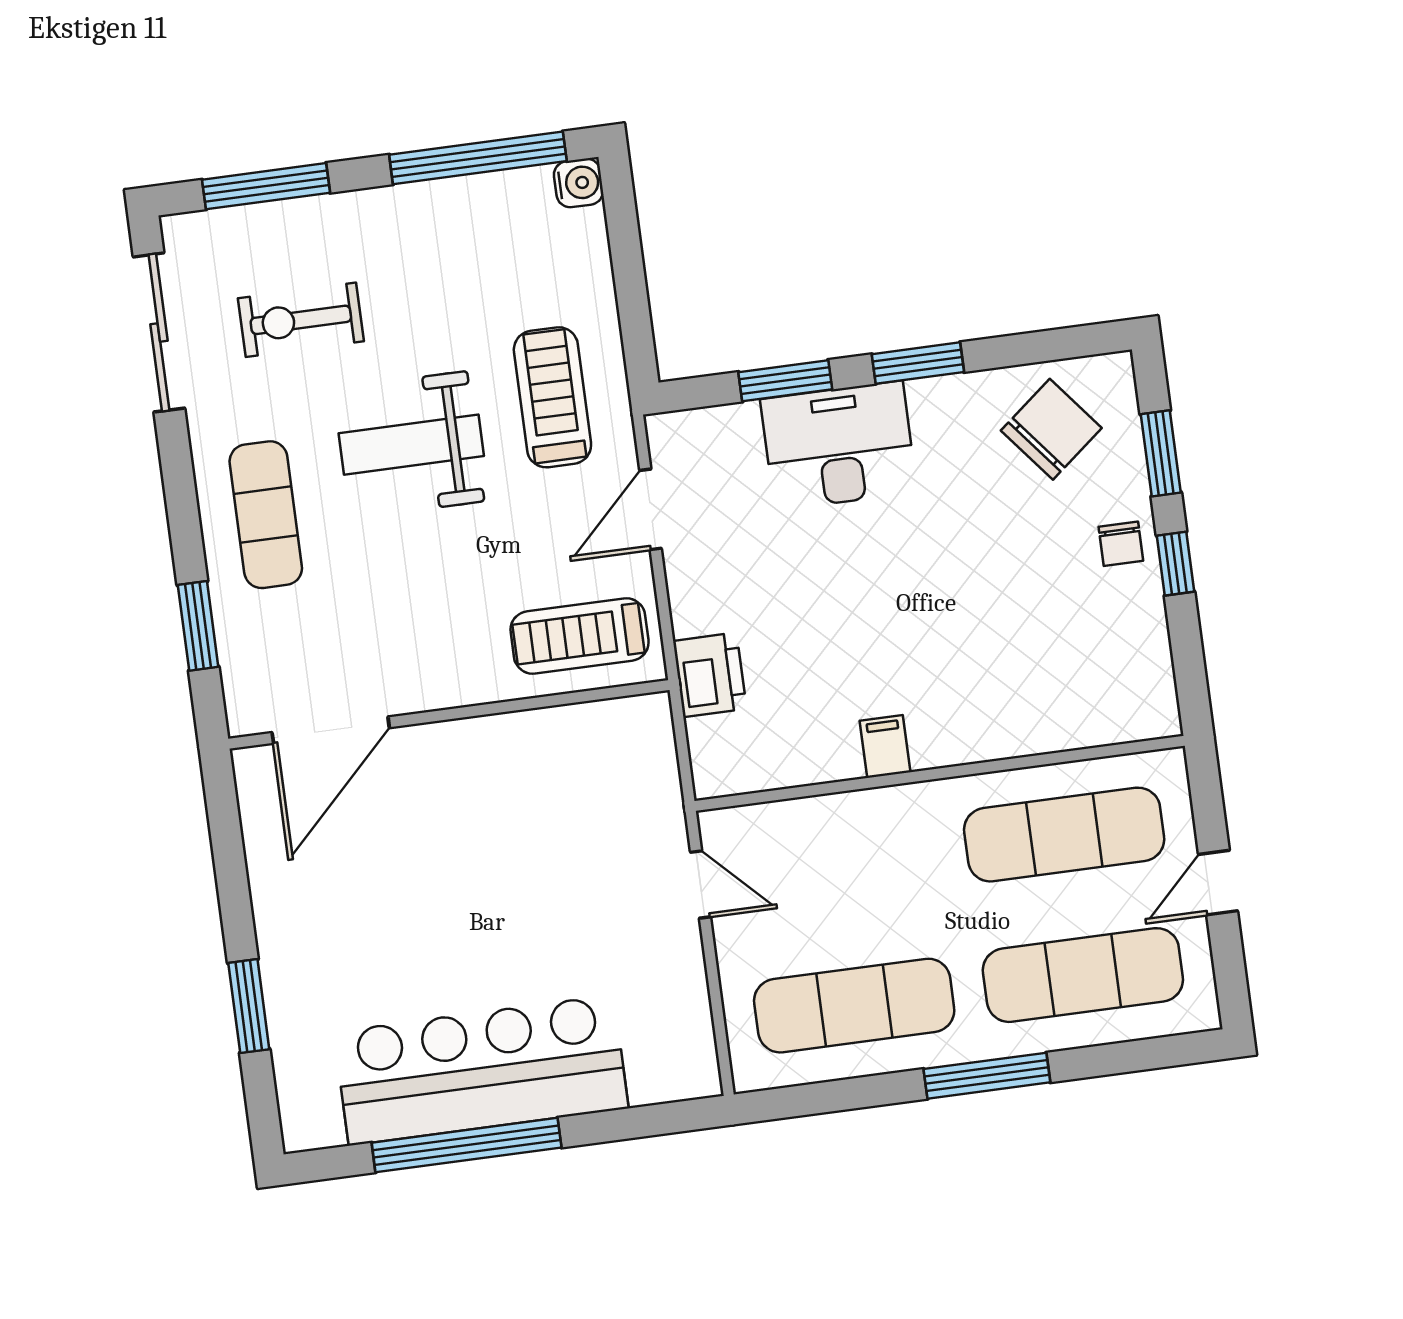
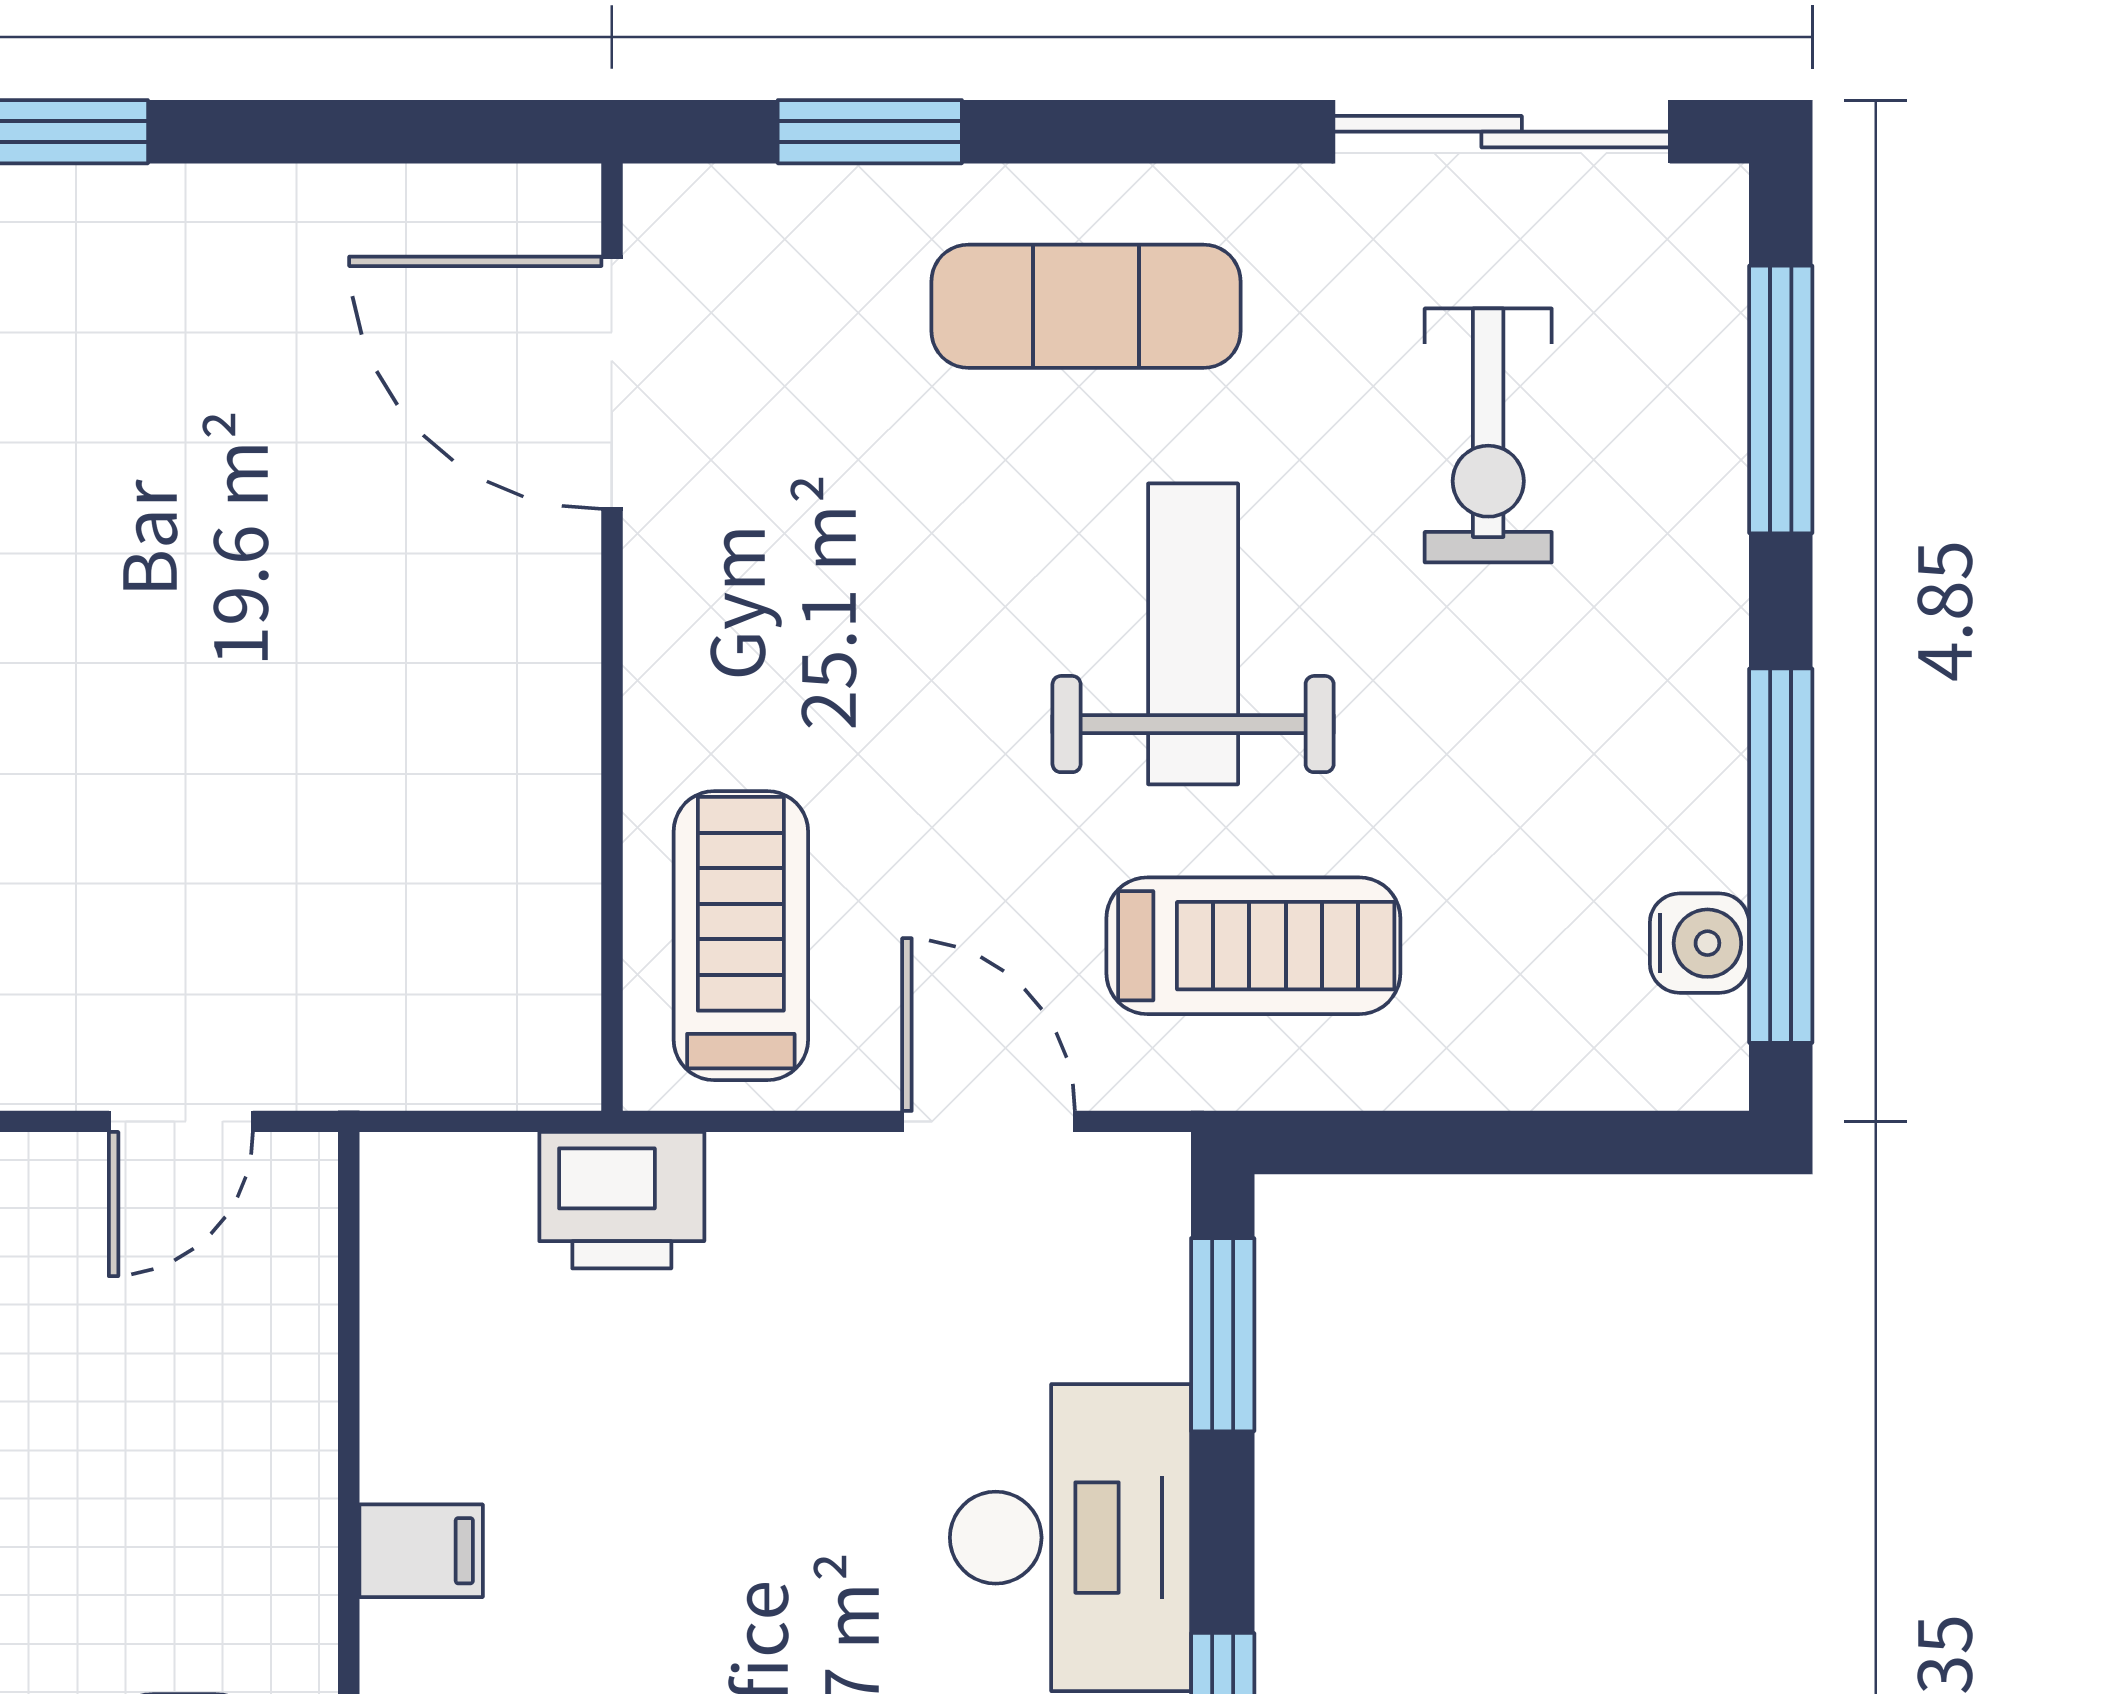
water cooler: (578, 183) -> (1699, 943), moved, turned -90
exercise bike: (301, 320) -> (1488, 435), turned 180
window: (785, 381) -> (1223, 1335), moved

